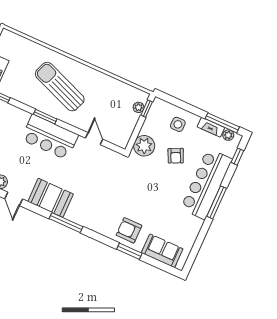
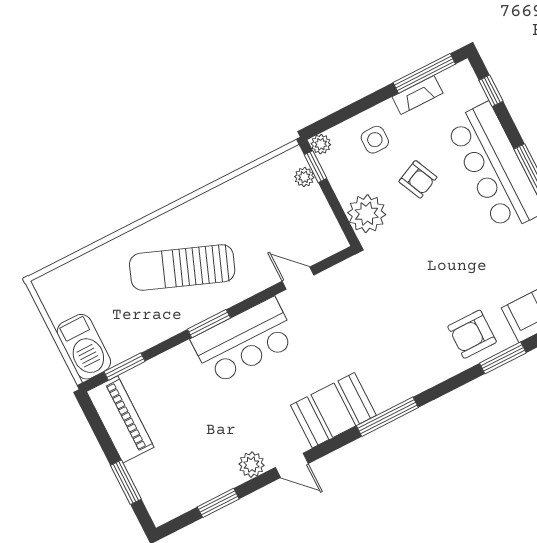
plant: (228, 135) -> (321, 144), moved

